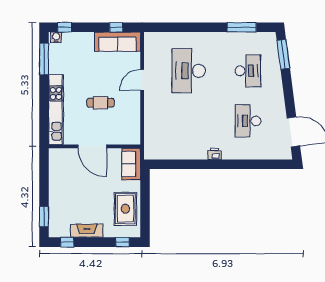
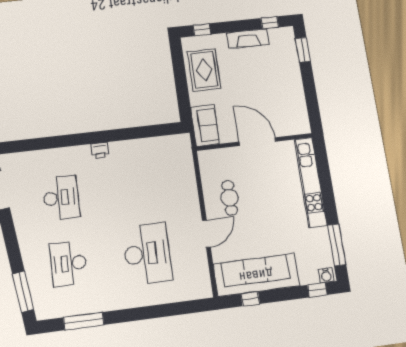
sofa: (117, 42) -> (256, 275), width x1.36, depth x1.27
cafe table: (100, 103) -> (230, 198), moved, turned 90

